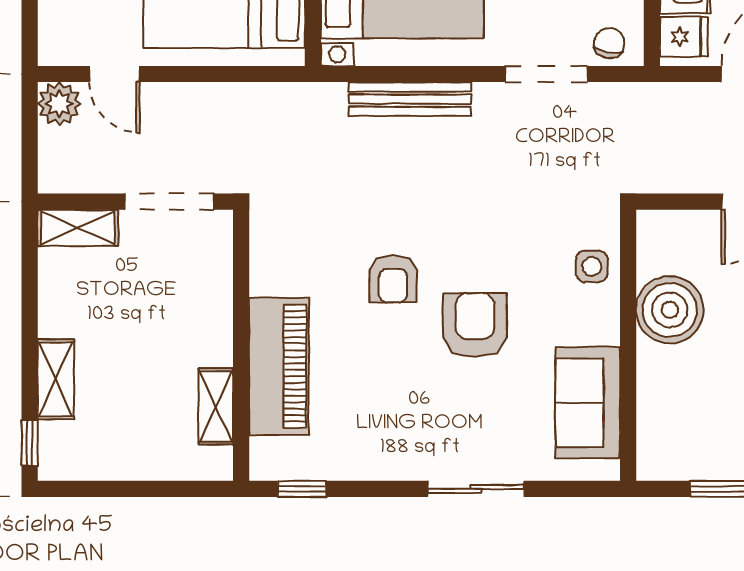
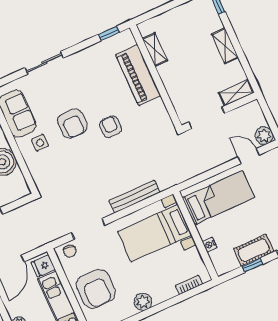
side table: (592, 266) -> (40, 143), moved
shelving: (56, 379) -> (225, 46), moved

